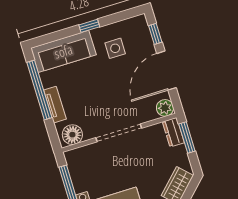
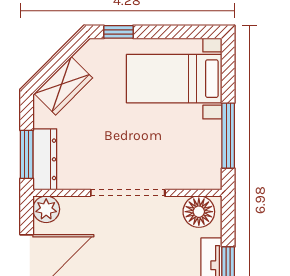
dresser: (173, 132) -> (45, 159), width x1.44

